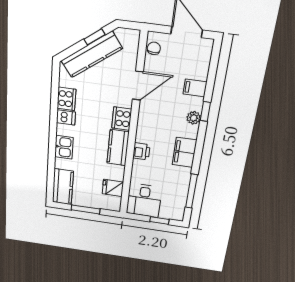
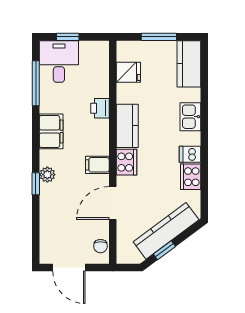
filing cabinet: (195, 88) -> (97, 165), moved, turned 180
printer: (141, 151) -> (100, 108), moved
desk: (144, 200) -> (59, 61), moved

